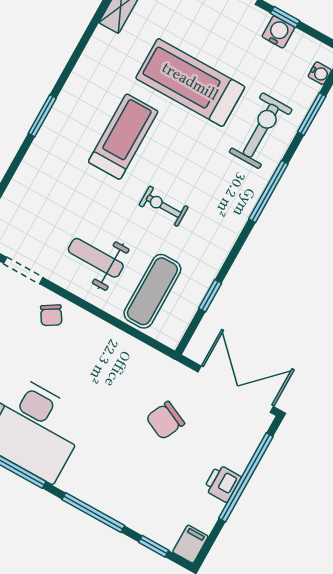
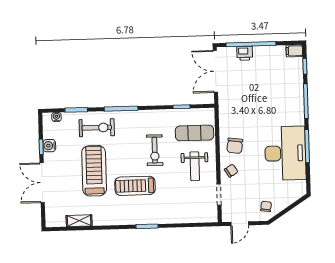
treadmill: (190, 82) -> (94, 171), turned 180
exercise bike: (261, 131) -> (97, 128), turned 180
exercise bike: (164, 206) -> (155, 150), width x1.38, depth x1.39
chair: (165, 420) -> (235, 146), moved, turned 73
printer: (222, 483) -> (245, 53), moved

